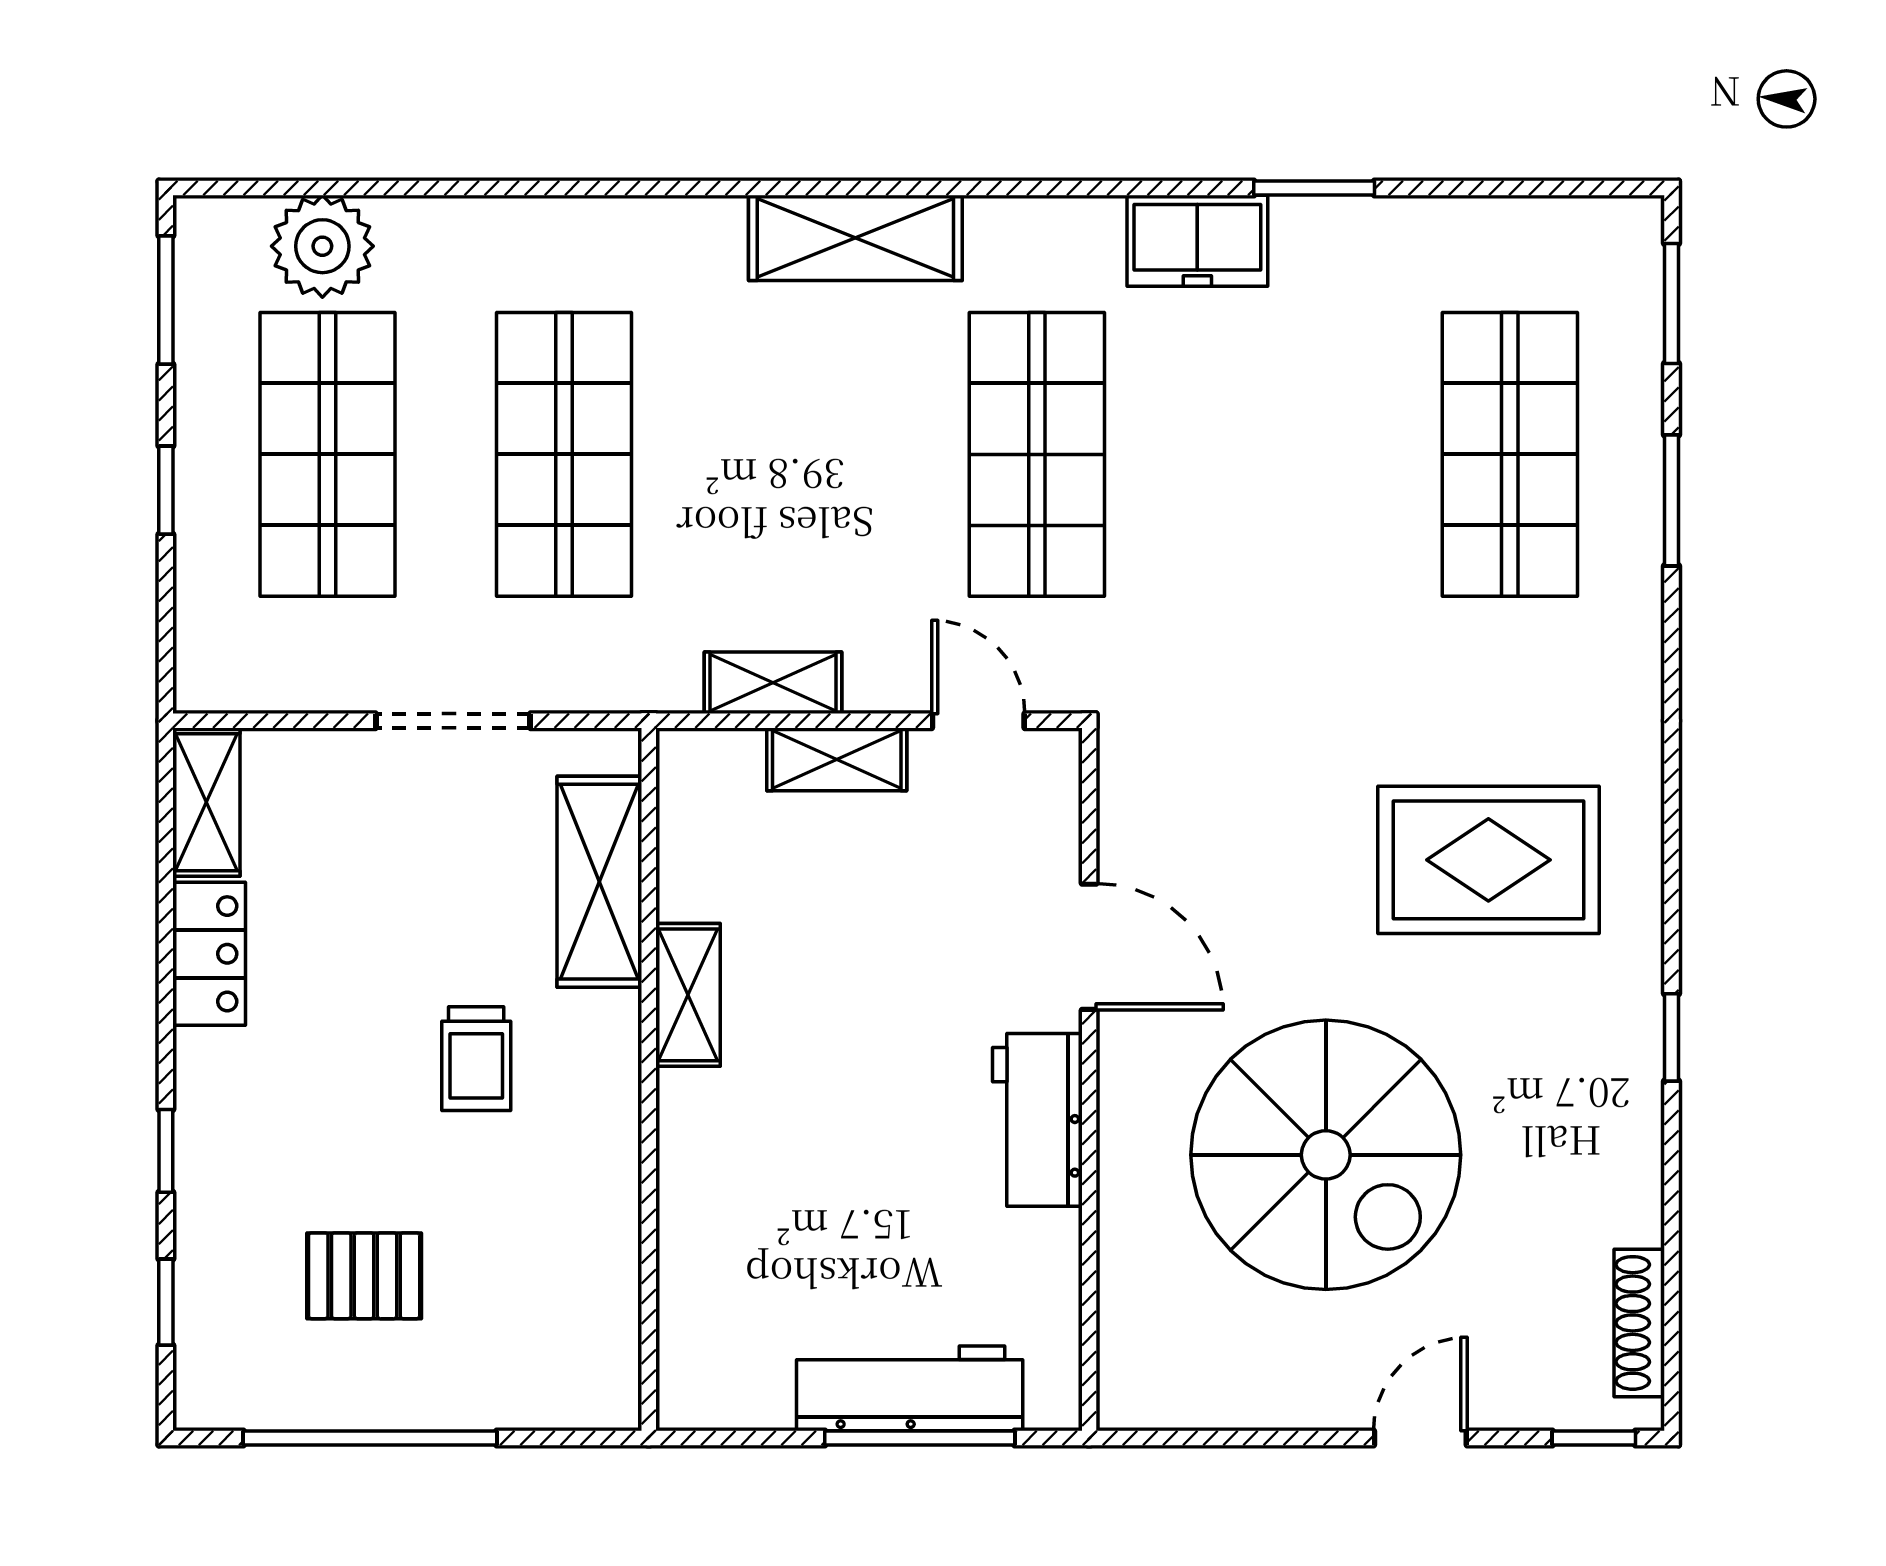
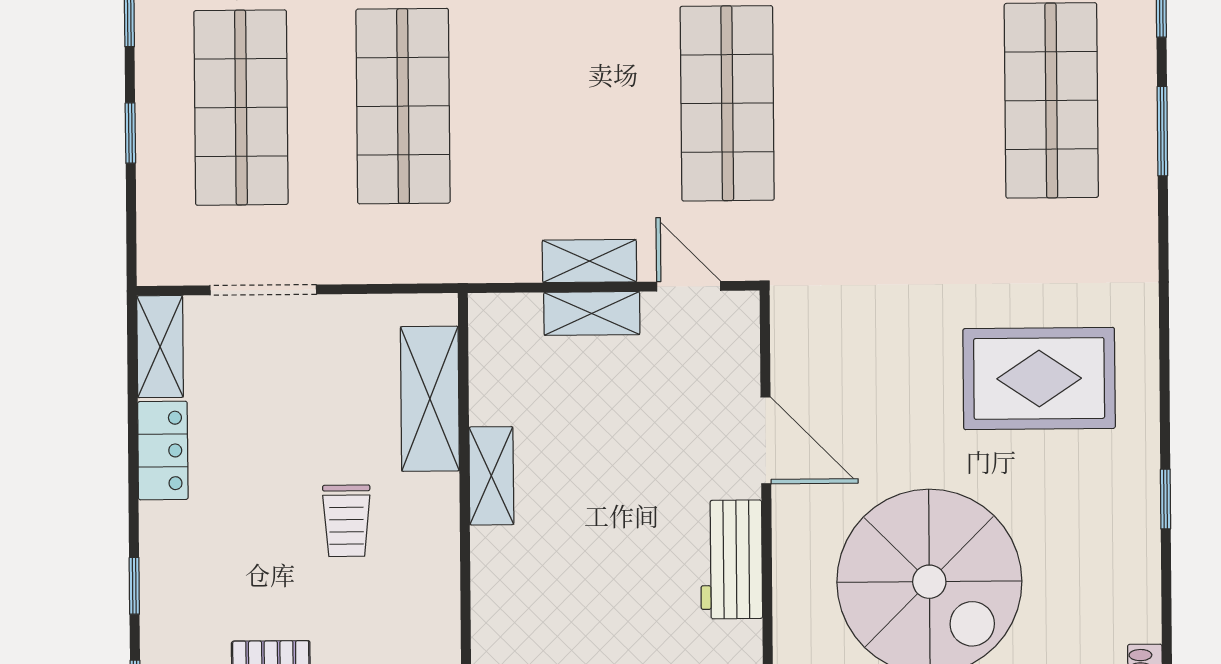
shelving: (773, 683) -> (589, 261), moved
doorway: (453, 721) -> (263, 290), moved

